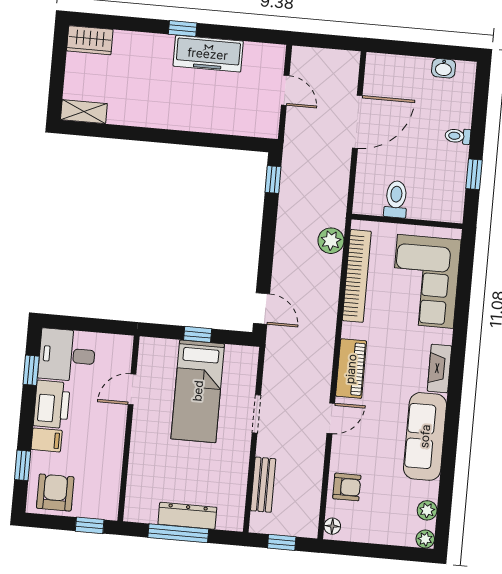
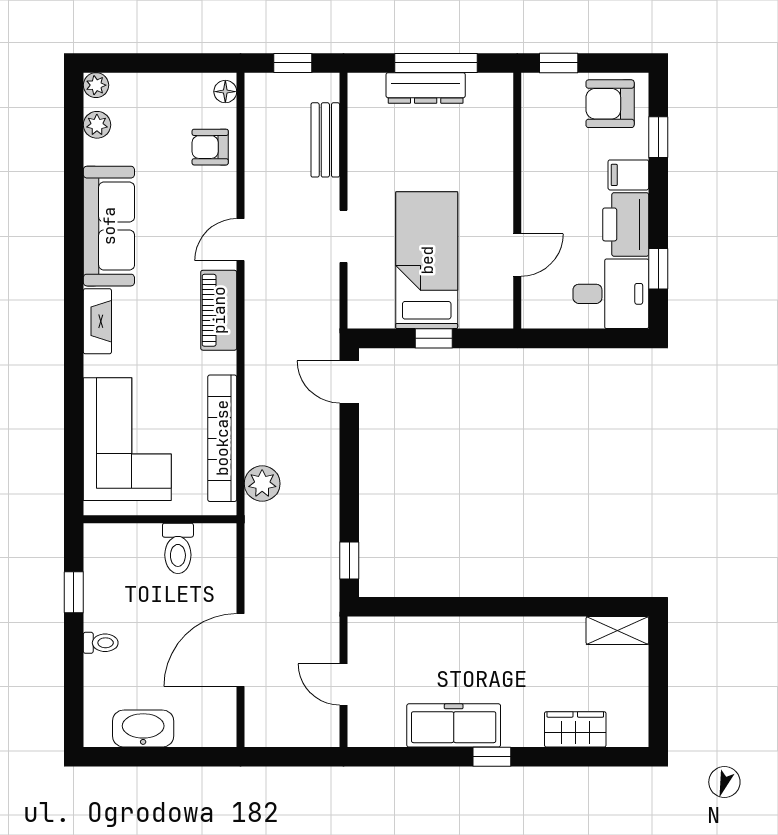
wardrobe: (90, 40) -> (575, 729), moved
washbasin: (444, 68) -> (143, 729), width x1.91, depth x1.45
armchair: (55, 493) -> (610, 104), turned 90

